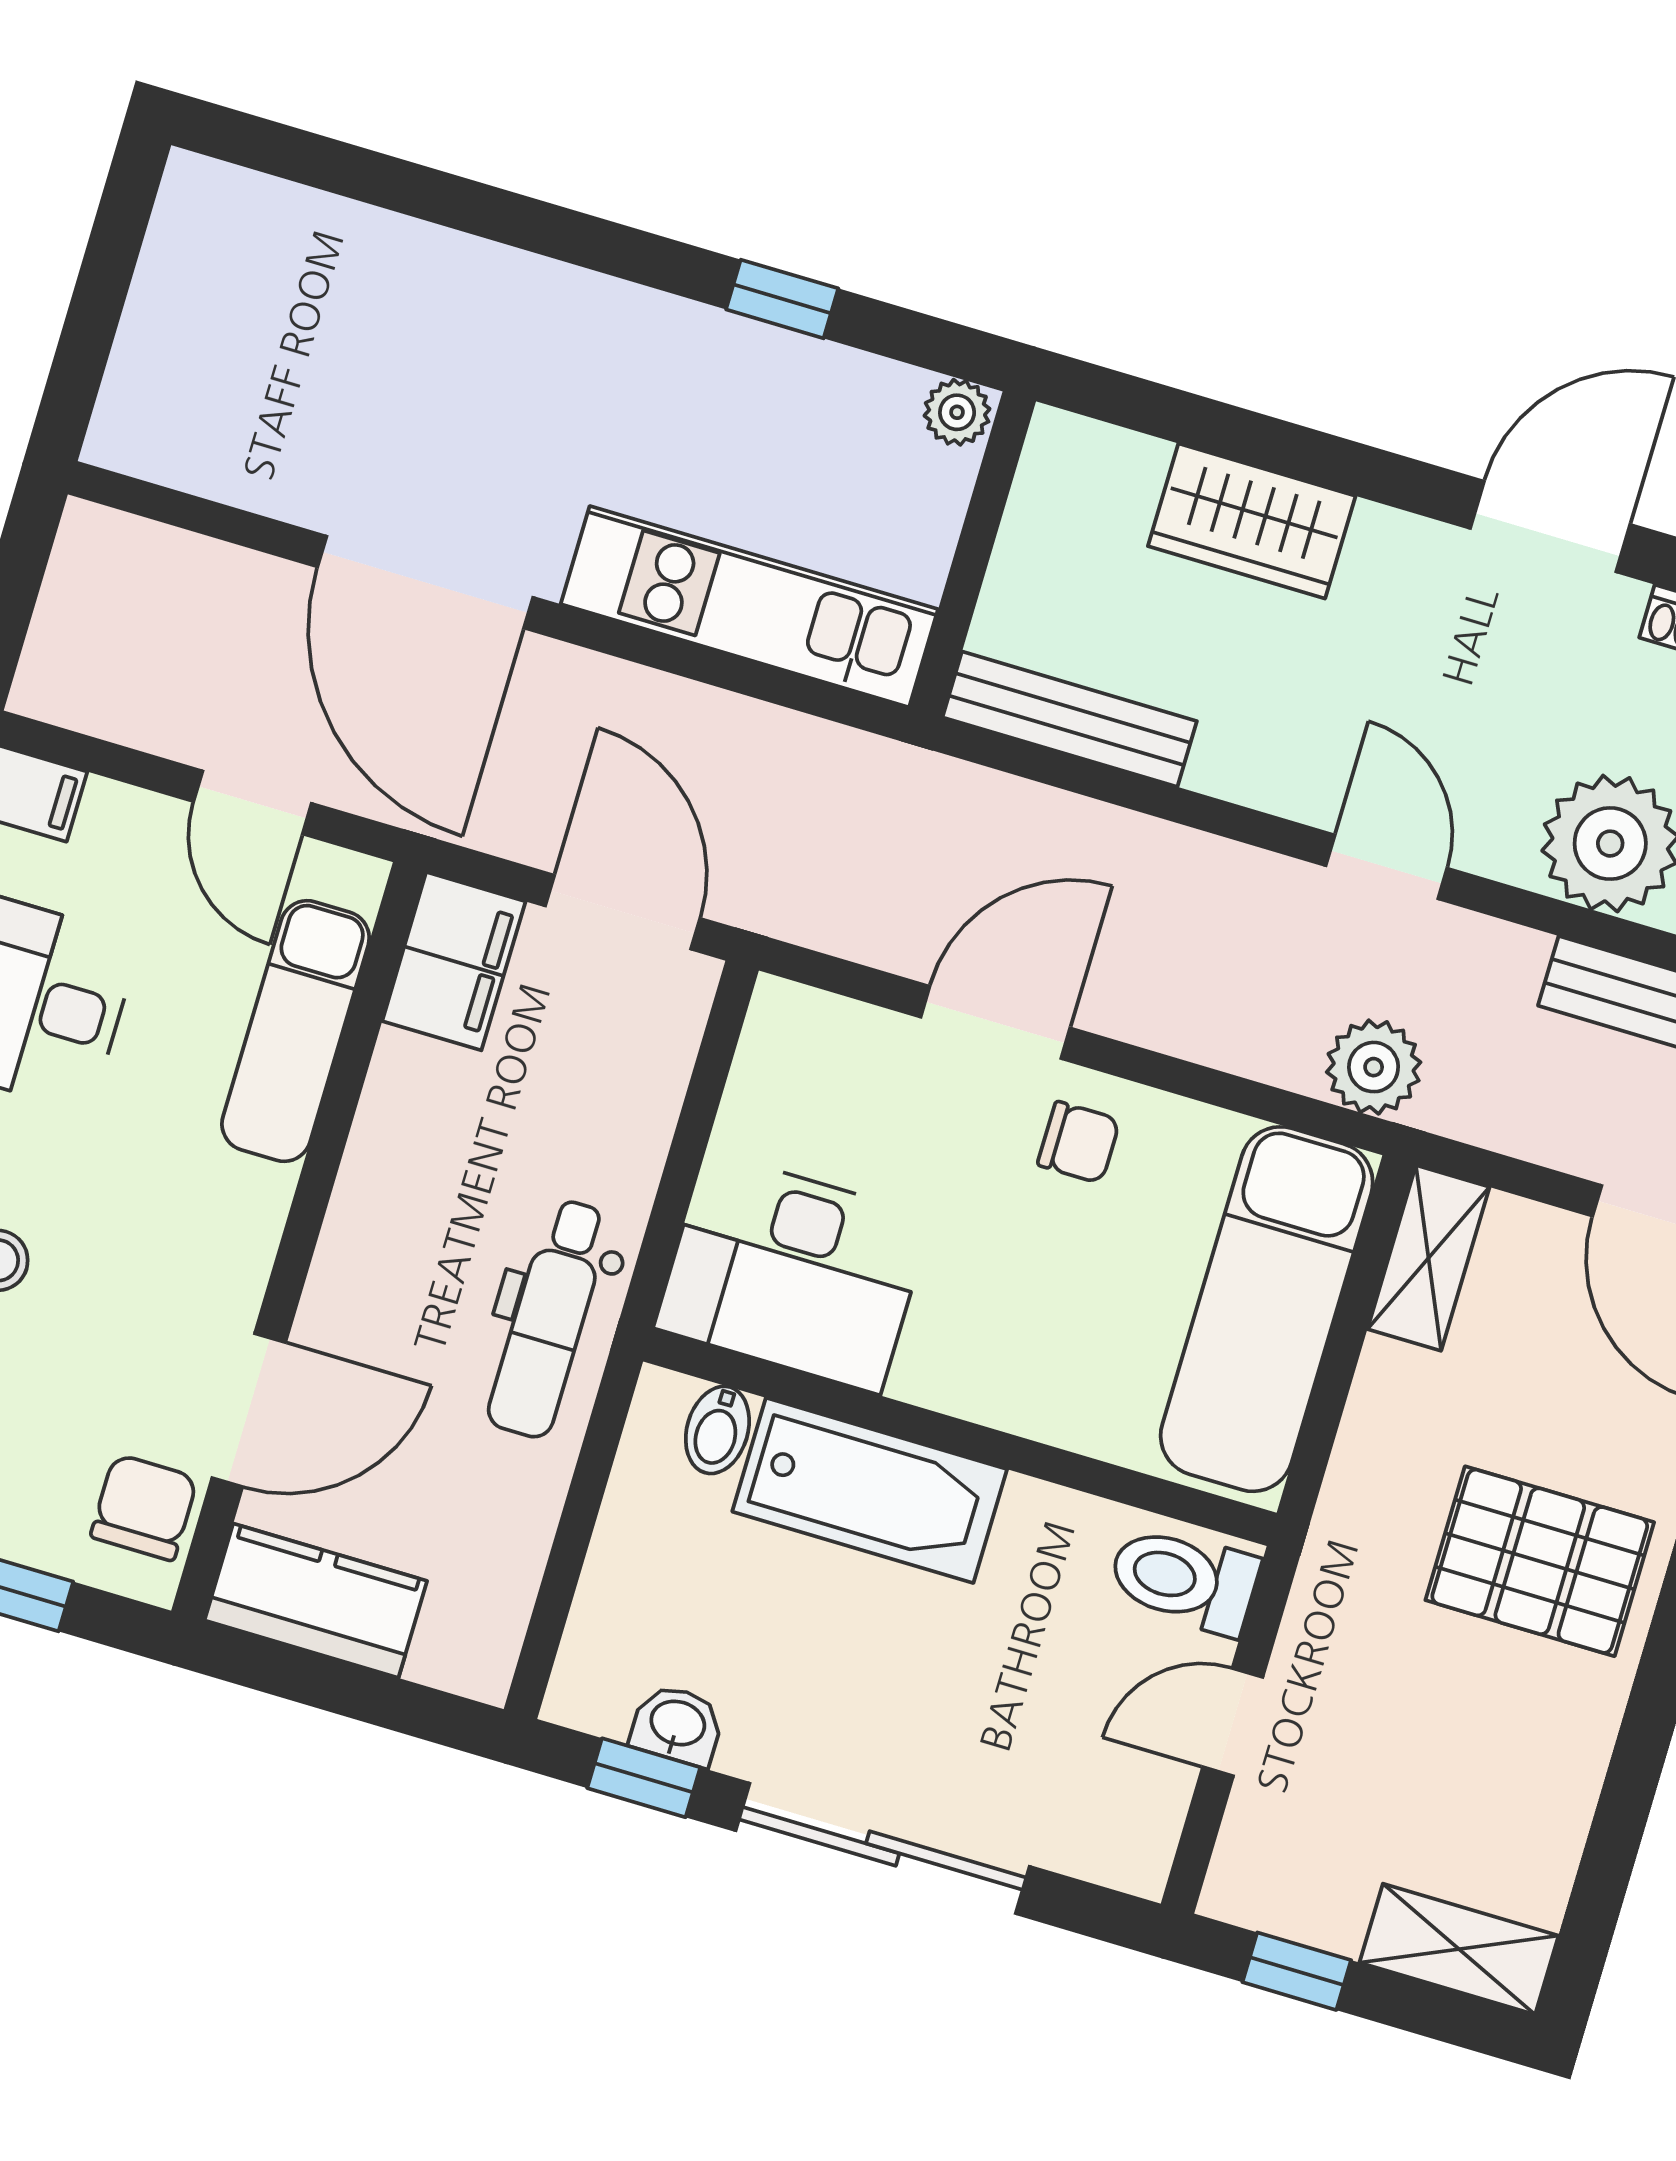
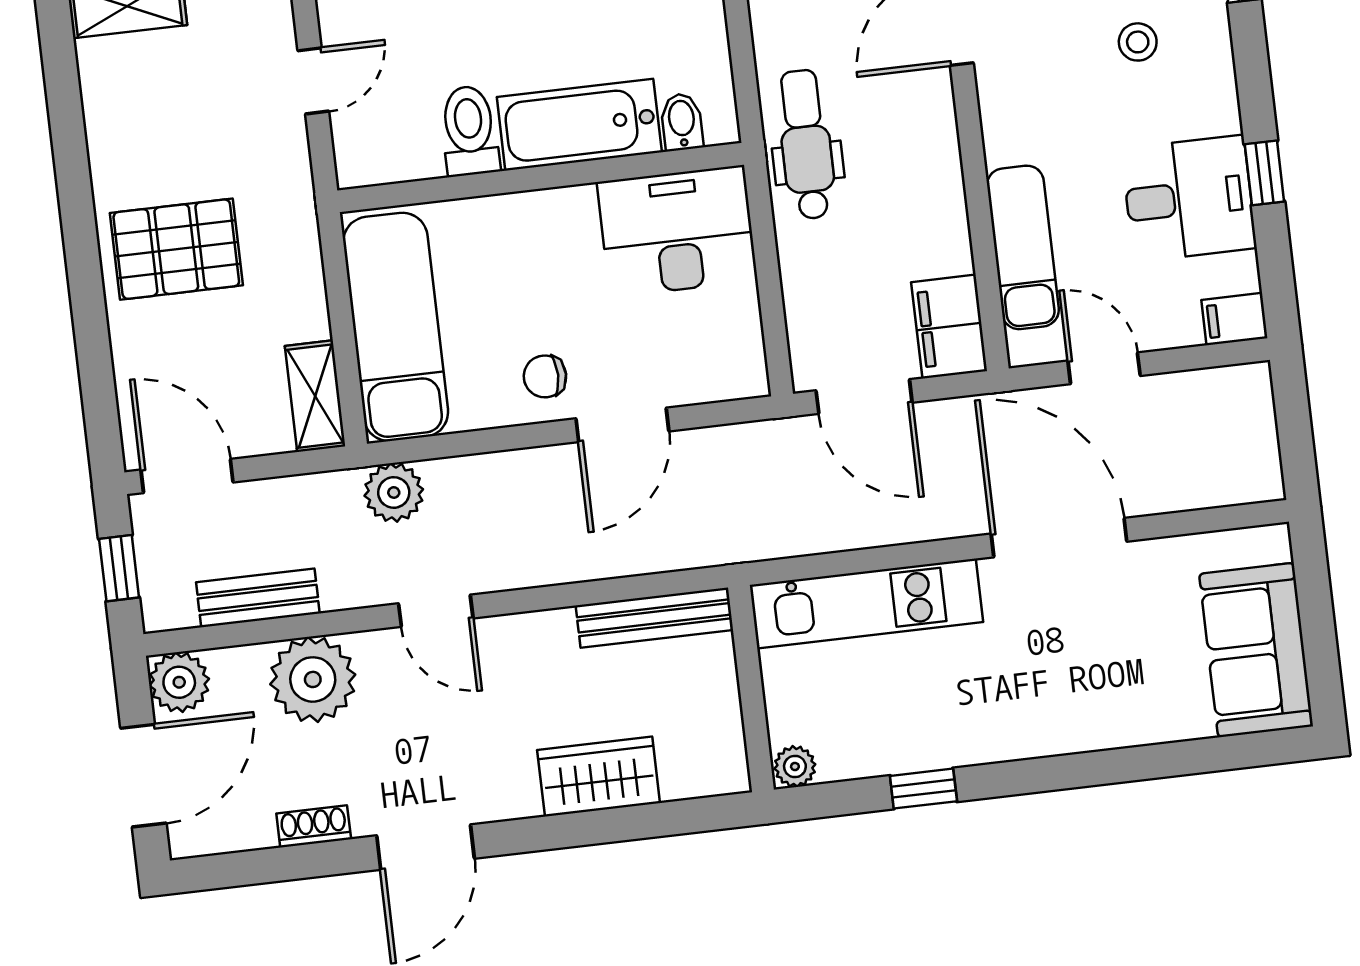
sofa: (207, 293) -> (1256, 650), added
toilet: (1184, 1580) -> (469, 131), moved, turned -90

